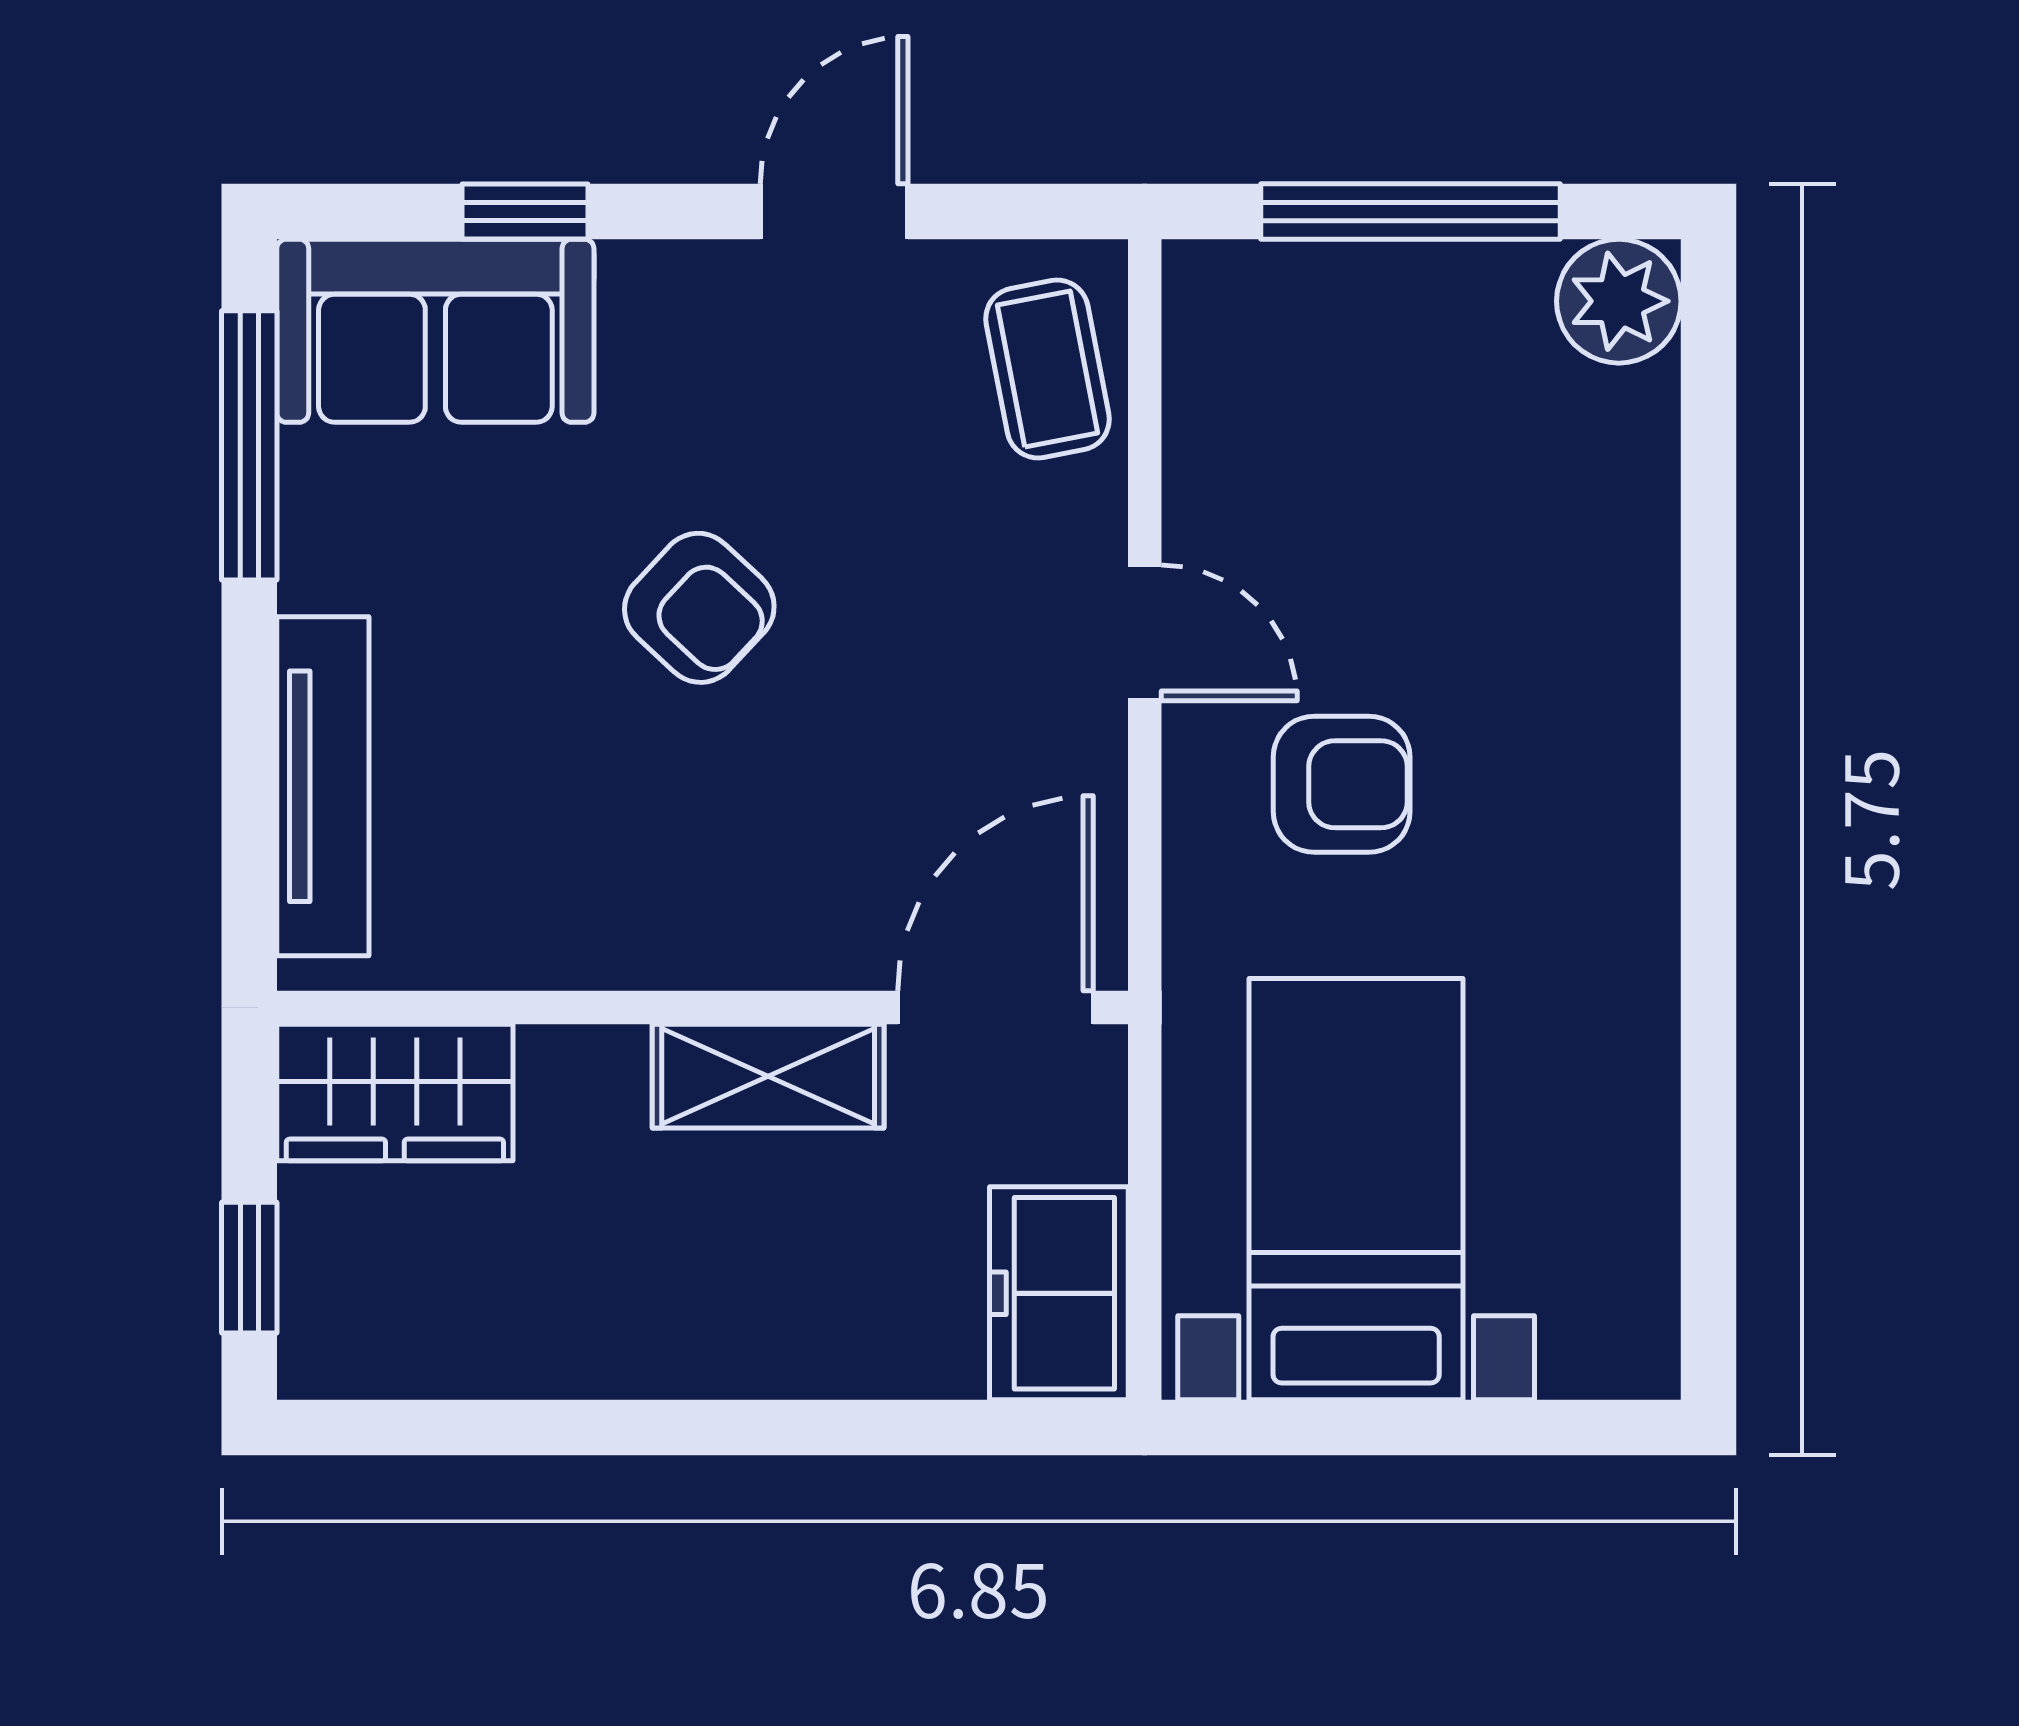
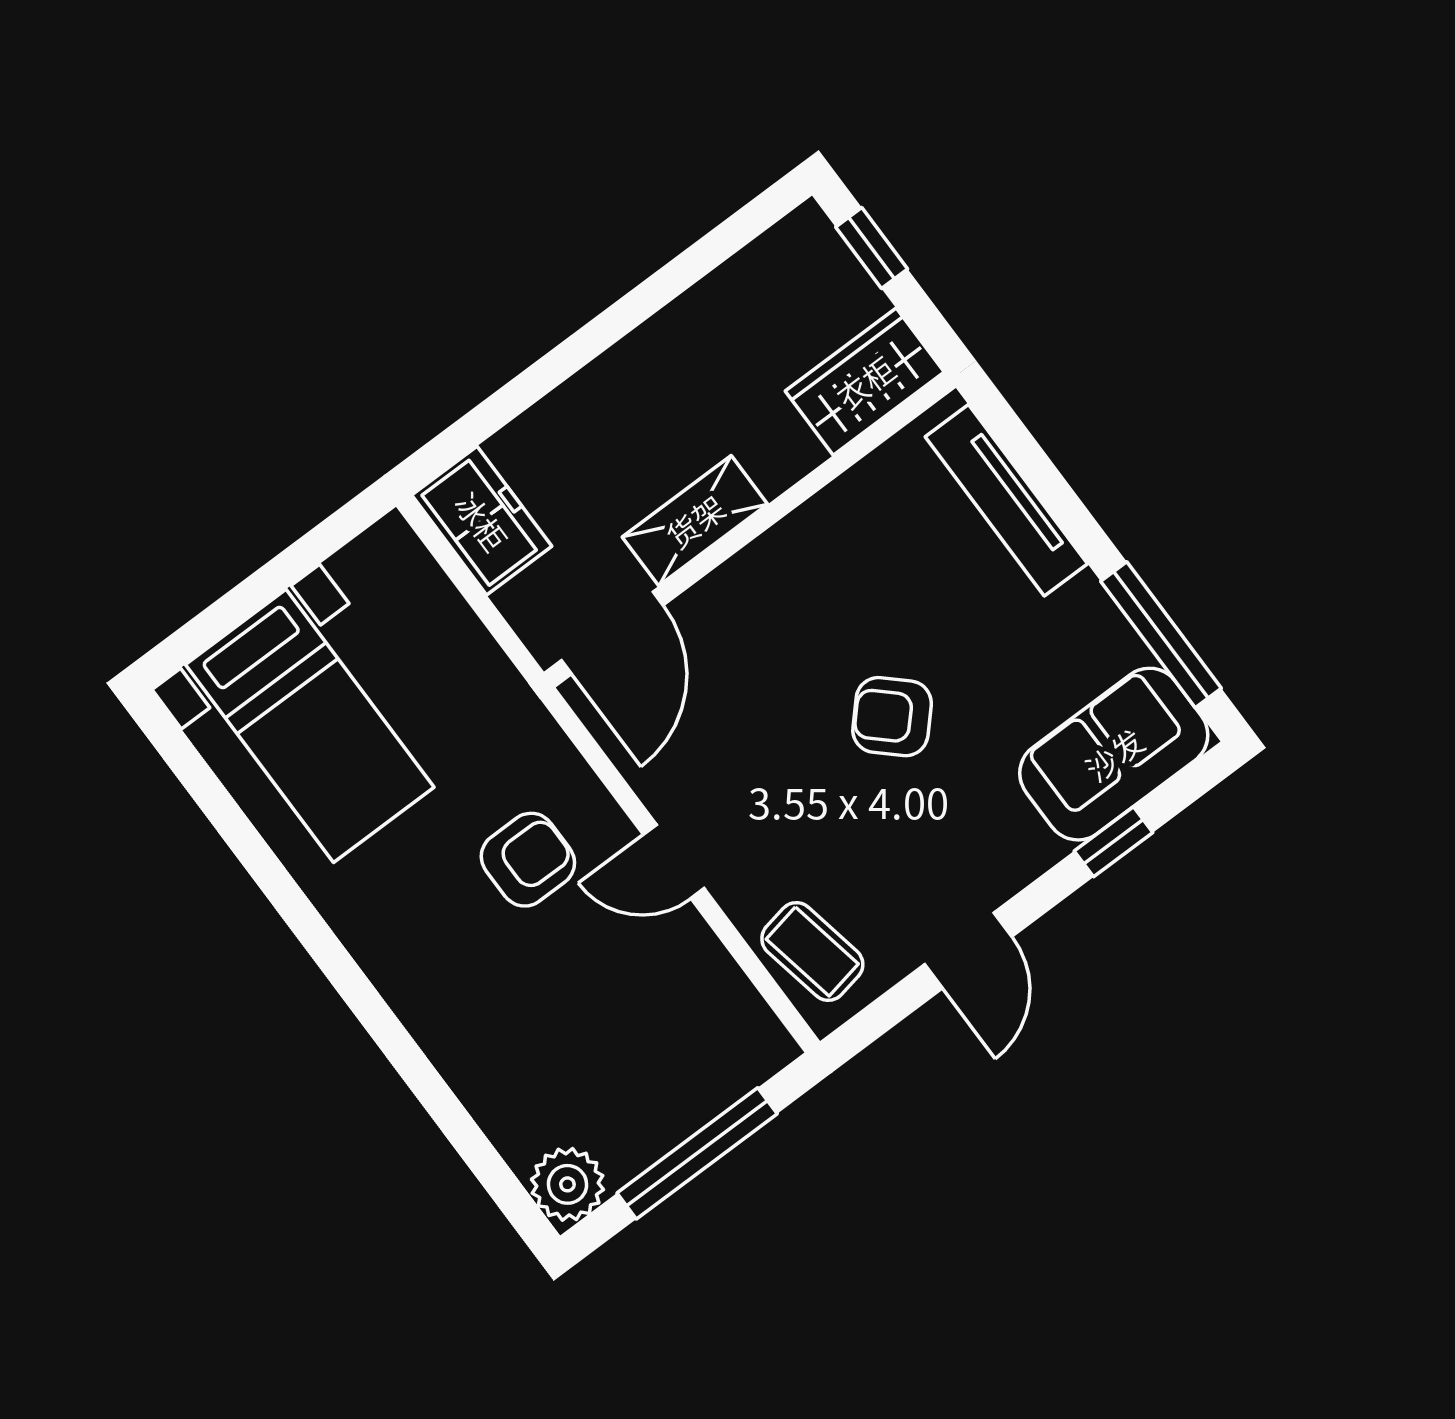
armchair: (1342, 784) -> (528, 860), turned 180
bed with nightstands: (1356, 1189) -> (310, 726), moved

